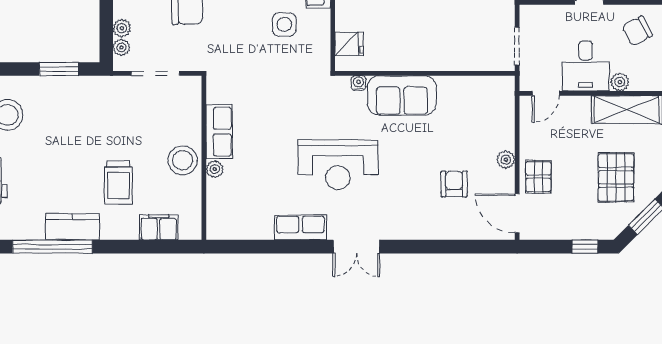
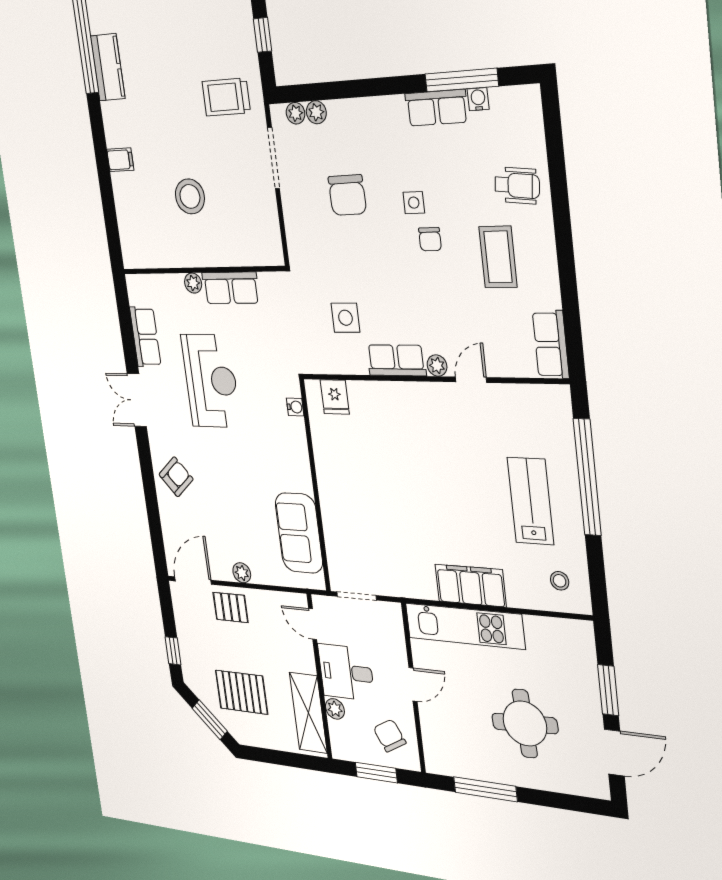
window: (59, 69) -> (263, 35), width x0.67
sofa: (402, 95) -> (299, 533), moved
row of seats: (219, 132) -> (231, 288), moved
wall: (204, 158) -> (202, 270), moved
reception desk: (338, 165) -> (211, 381), turned 180
plant: (215, 169) -> (193, 283), moved
trolley: (118, 182) -> (226, 97), moved
armchair: (454, 184) -> (176, 477), moved, turned -41
filing cabinet: (159, 227) -> (120, 160), width x0.50

